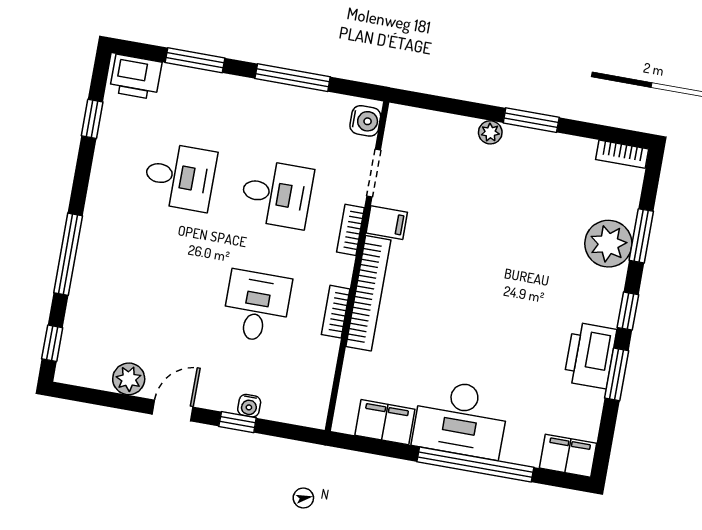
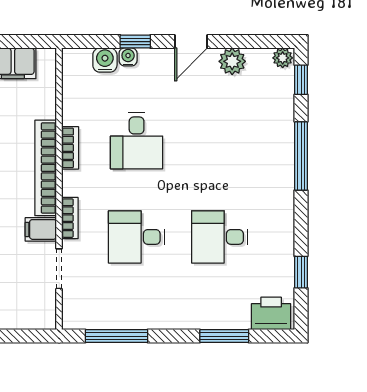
window: (293, 78) -> (117, 336), moved
water cooler: (365, 121) -> (105, 60), moved, turned 90
plant: (69, 372) -> (283, 58), added

